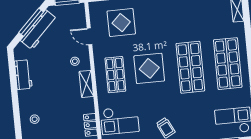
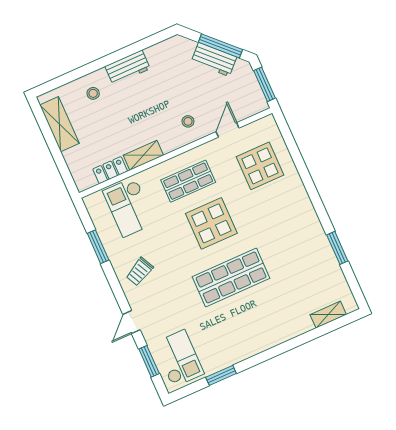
workbench: (39, 30) -> (214, 59), width x0.73
shop shelf: (228, 64) -> (253, 326), removed
workbench: (23, 75) -> (128, 68), moved
shelving: (86, 84) -> (143, 155), moved

